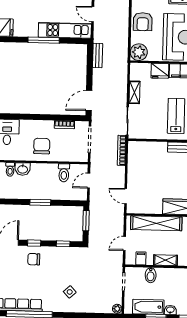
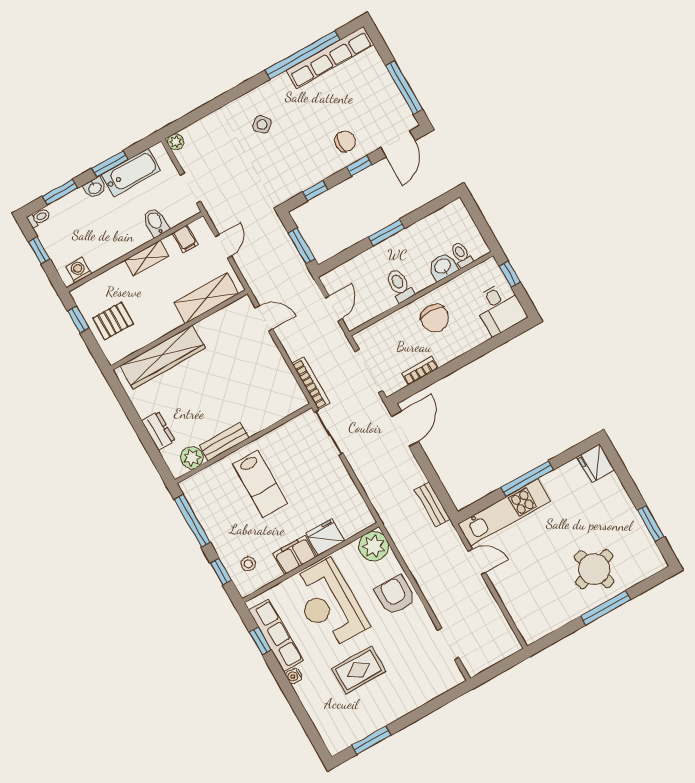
shelving: (134, 92) -> (344, 482), removed
toilet: (64, 173) -> (400, 285), moved
shelving: (156, 223) -> (206, 298), width x0.68

